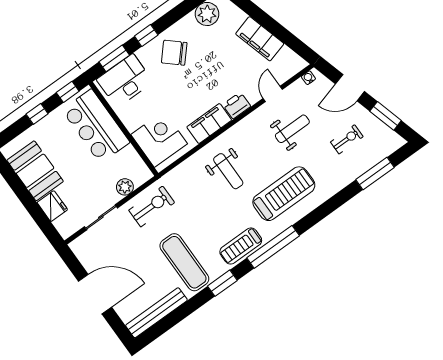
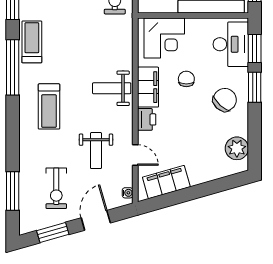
window: (146, 36) -> (255, 87), width x1.50
filing cabinet: (260, 39) -> (166, 182), moved
chair: (180, 97) -> (186, 79), added
exercise bike: (347, 139) -> (56, 188), width x1.38, depth x1.39
weight bench: (228, 171) -> (112, 88), moved
treadmill: (284, 194) -> (49, 106), width x0.73, depth x0.73

